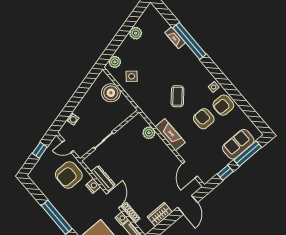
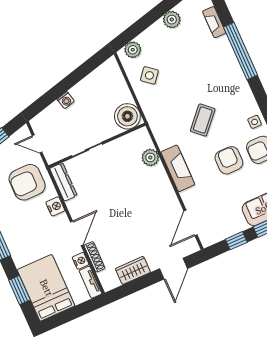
fireplace: (175, 38) -> (214, 22), moved
boiler: (111, 93) -> (127, 116), moved
washing machine: (73, 119) -> (66, 100), moved
dresser: (103, 178) -> (63, 182), moved

